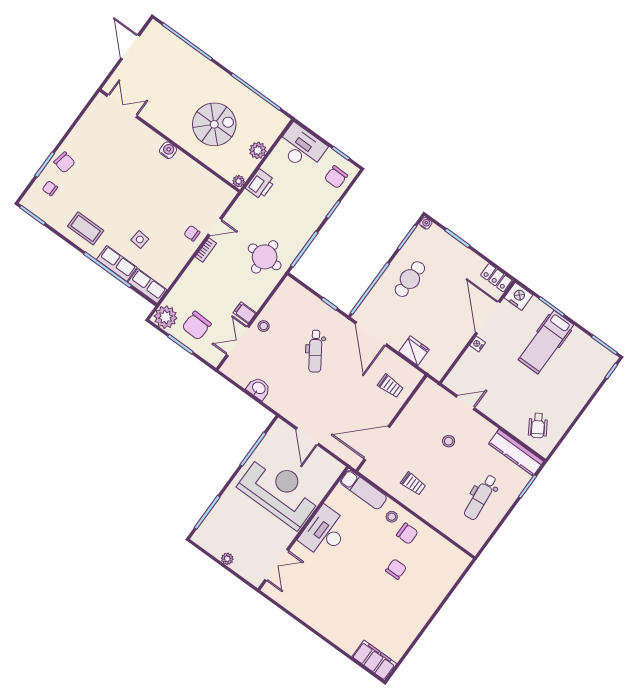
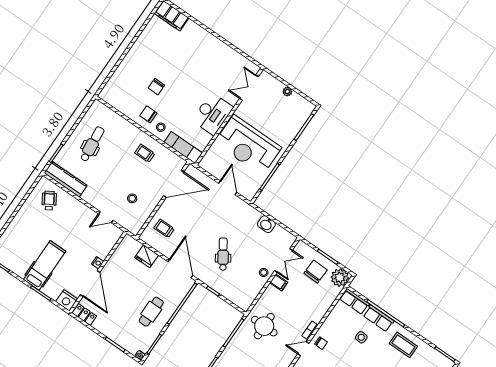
stool: (449, 441) -> (132, 198), moved

